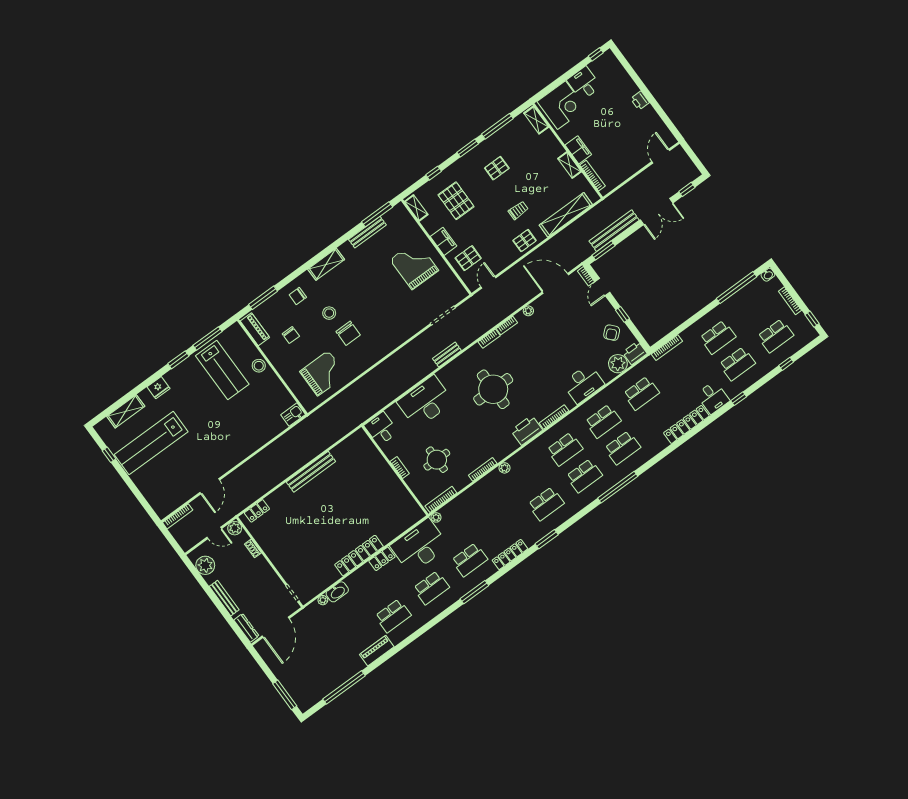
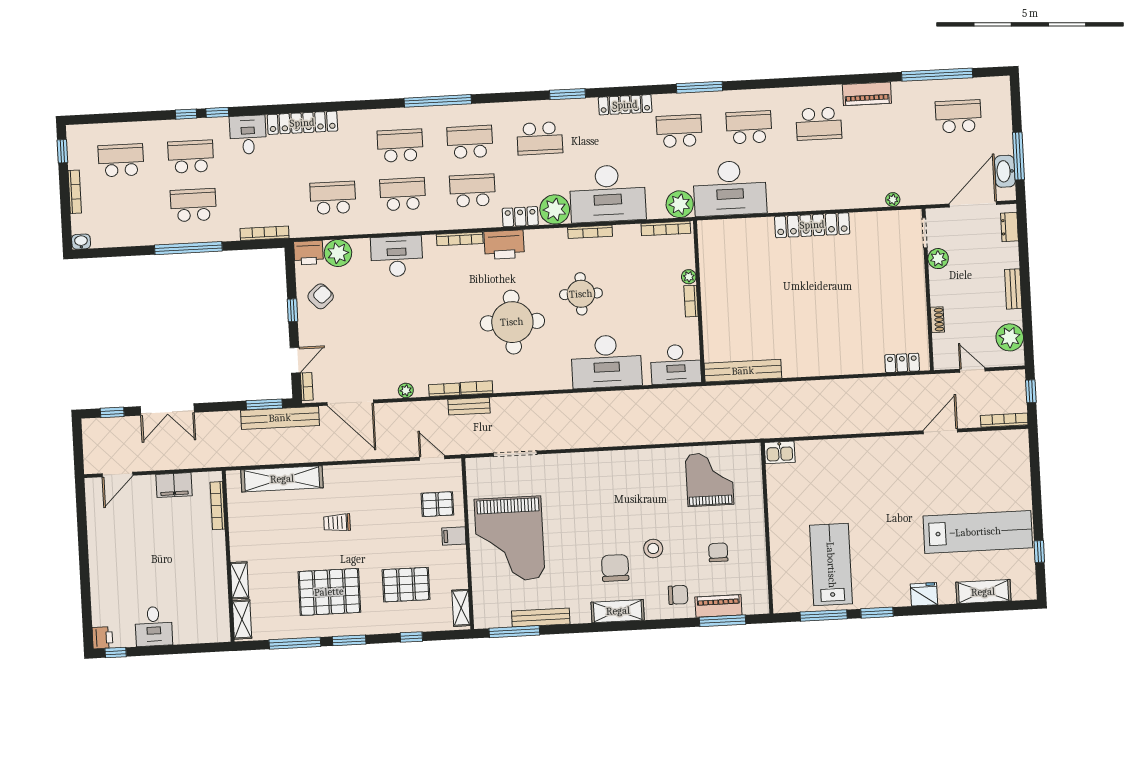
printer: (640, 101) -> (102, 638), moved
corner desk: (561, 105) -> (199, 618), removed
filing cabinet: (578, 150) -> (174, 485), moved, turned -90
shelving: (570, 165) -> (239, 580), moved
pallet: (497, 168) -> (329, 592), width x2.05, depth x2.00
pallet: (456, 201) -> (406, 585), turned 90
double door: (657, 212) -> (167, 409), swing flipped
bench: (614, 231) -> (280, 418), moved
filing cabinet: (443, 241) -> (454, 536), width x0.50
pallet: (525, 241) -> (354, 480), removed
grand piano: (414, 265) -> (510, 539), width x1.37, depth x1.48
door: (488, 282) -> (432, 458), swing flipped
window: (737, 288) -> (188, 248), moved
piano: (255, 329) -> (718, 606), moved, turned 90
chair: (348, 333) -> (615, 568), moved
bench: (447, 354) -> (469, 406), moved
window: (786, 364) -> (186, 114), moved
stool: (259, 366) -> (783, 540), removed
grand piano: (323, 373) -> (709, 479), turned 90
desk: (381, 429) -> (676, 364), width x1.37
round table: (437, 460) -> (581, 294), moved
plant: (504, 468) -> (555, 209), width x1.88, depth x1.88
bench: (311, 472) -> (743, 371), moved
plant: (410, 481) -> (689, 277), added
desk: (487, 498) -> (608, 194), added
school desk: (546, 504) -> (540, 138), turned 180
plant: (436, 517) -> (680, 204), width x1.88, depth x1.88
plant: (235, 528) -> (938, 259), moved
window: (173, 543) -> (1031, 391), added
locker: (382, 559) -> (520, 217), moved
washbasin: (337, 592) -> (1005, 171), moved, turned -90
bench: (224, 598) -> (1013, 289), width x0.73
school desk: (393, 616) -> (819, 124), turned 180
dresser: (246, 628) -> (1009, 227), width x0.70
school desk: (316, 672) -> (958, 116), added
window: (285, 695) -> (1019, 156), moved

